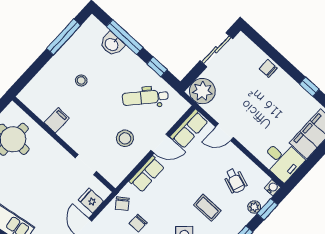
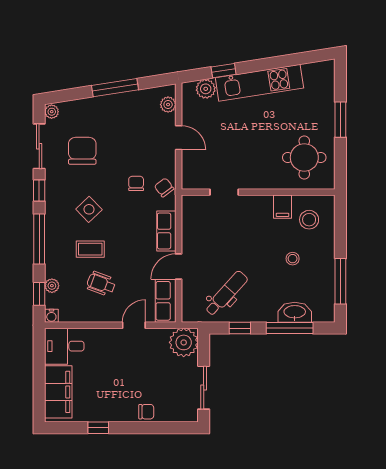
washbasin: (112, 44) -> (295, 312), width x1.38
stool: (125, 138) -> (309, 220), moved
wheelchair: (235, 181) -> (101, 284), moved
fridge: (91, 201) -> (193, 166), removed

